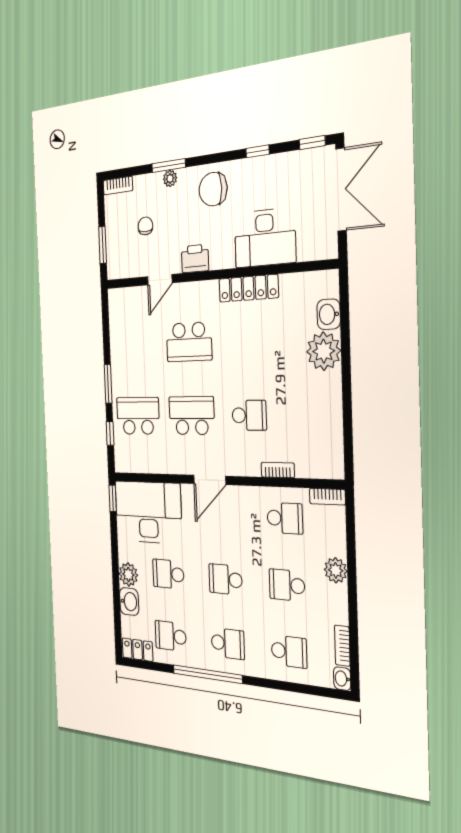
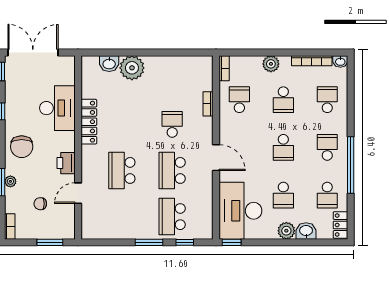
door: (160, 280) -> (78, 193), swing flipped
school desk: (189, 342) -> (122, 170), turned 180
bookcase: (342, 646) -> (312, 61), width x1.56

